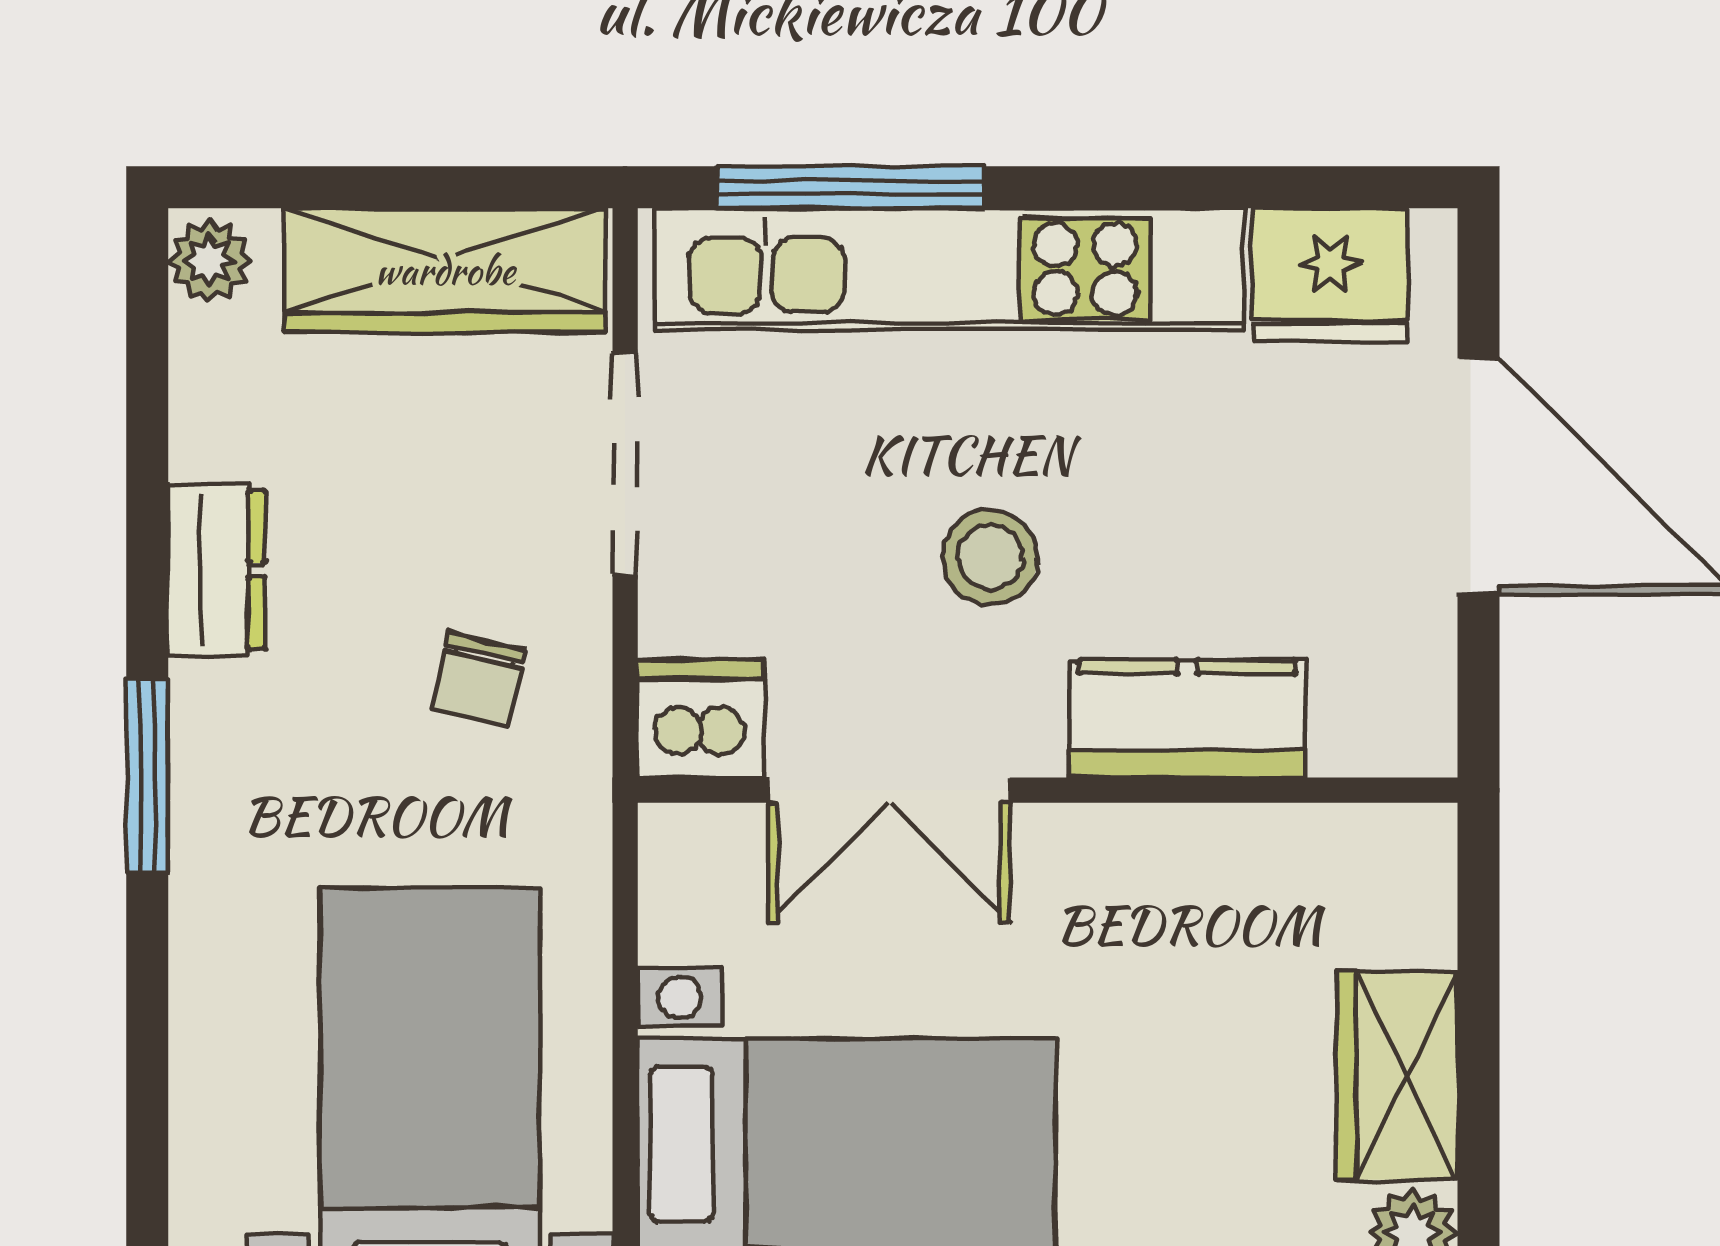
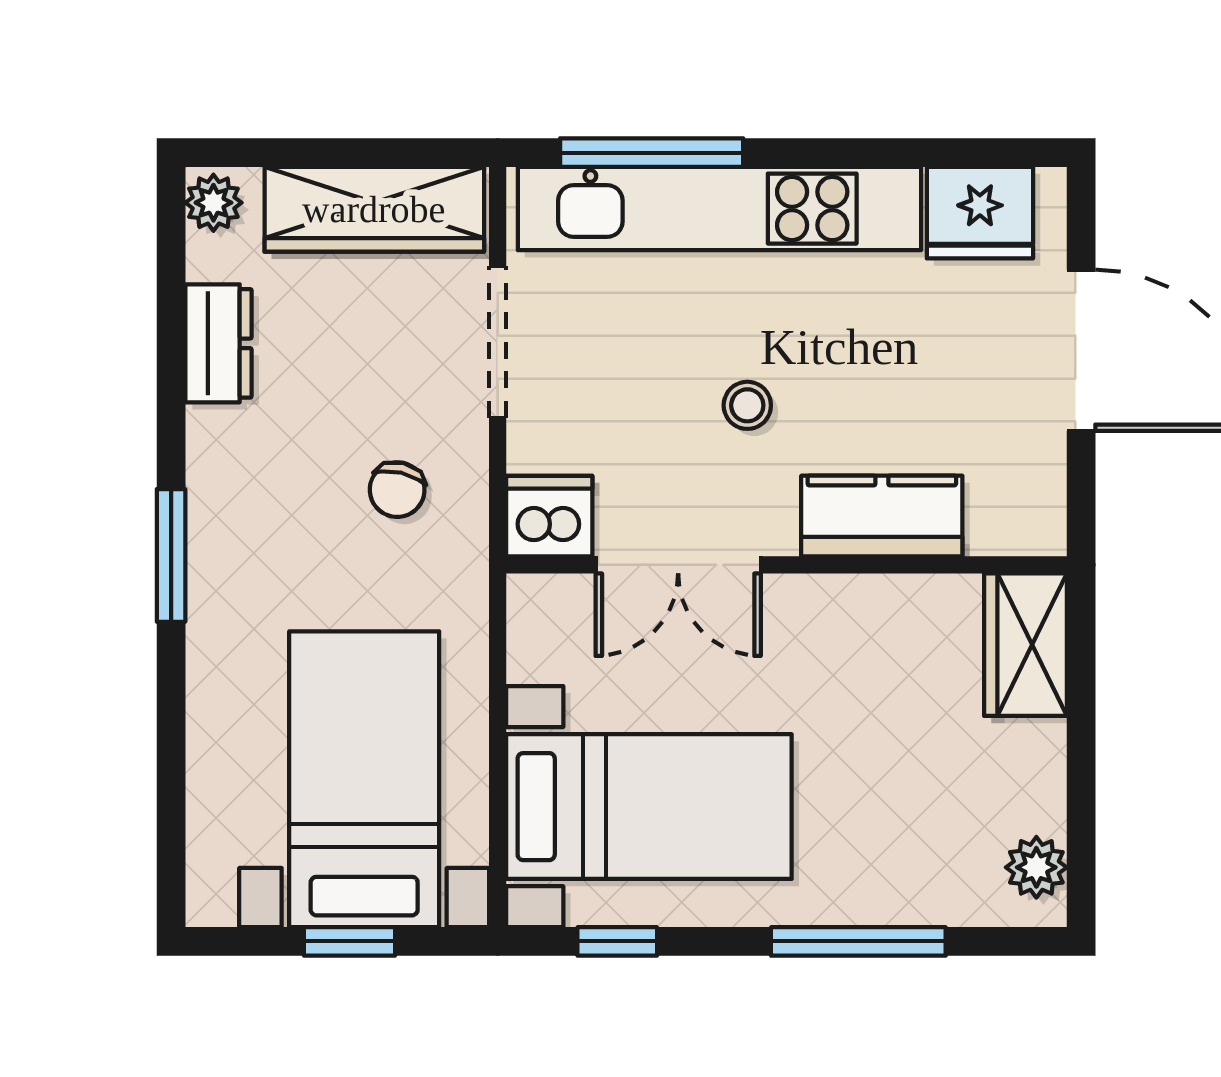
stool: (990, 557) -> (747, 405), width x0.73, depth x0.73
dresser: (217, 570) -> (218, 343), moved
wardrobe: (1397, 1075) -> (1026, 645), moved

